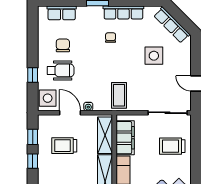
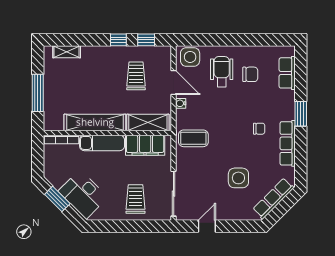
wheelchair: (61, 70) -> (222, 72), turned 180
window: (33, 75) -> (216, 40), removed
door: (70, 113) -> (174, 83), hinge flipped

